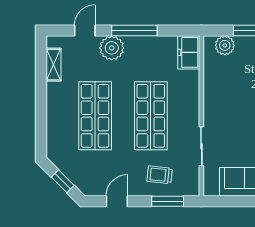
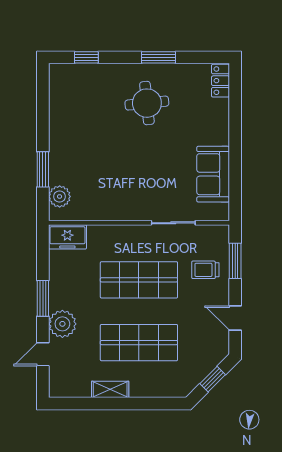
door: (85, 31) -> (43, 354), hinge flipped
window: (134, 31) -> (43, 298), width x0.69
shelving: (54, 65) -> (110, 389), moved
trolley: (160, 175) -> (205, 270), turned 84

